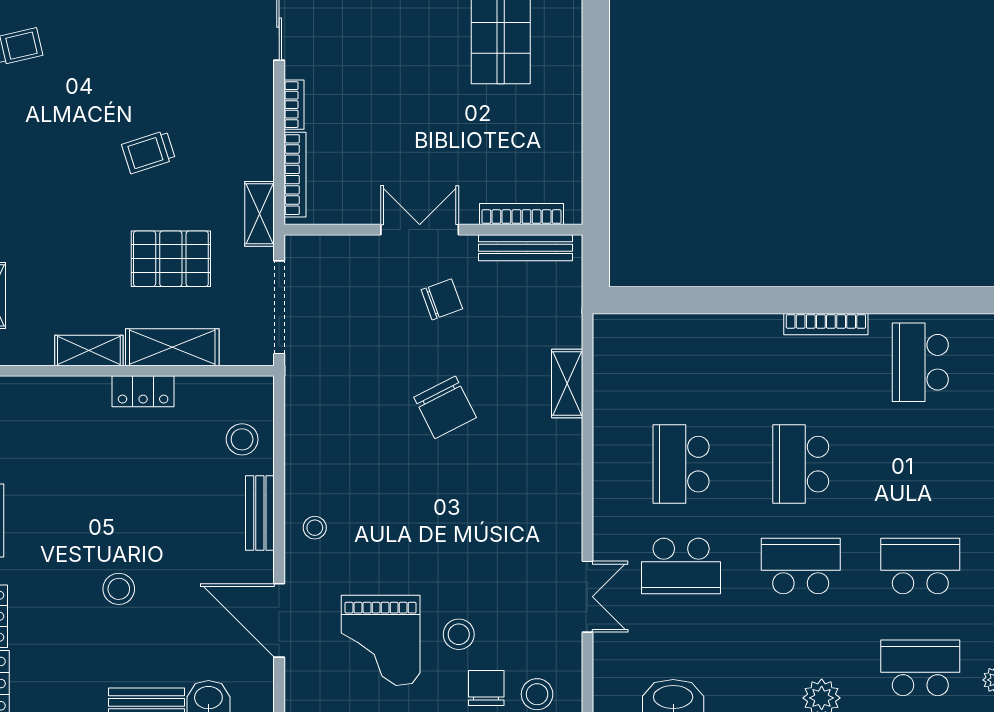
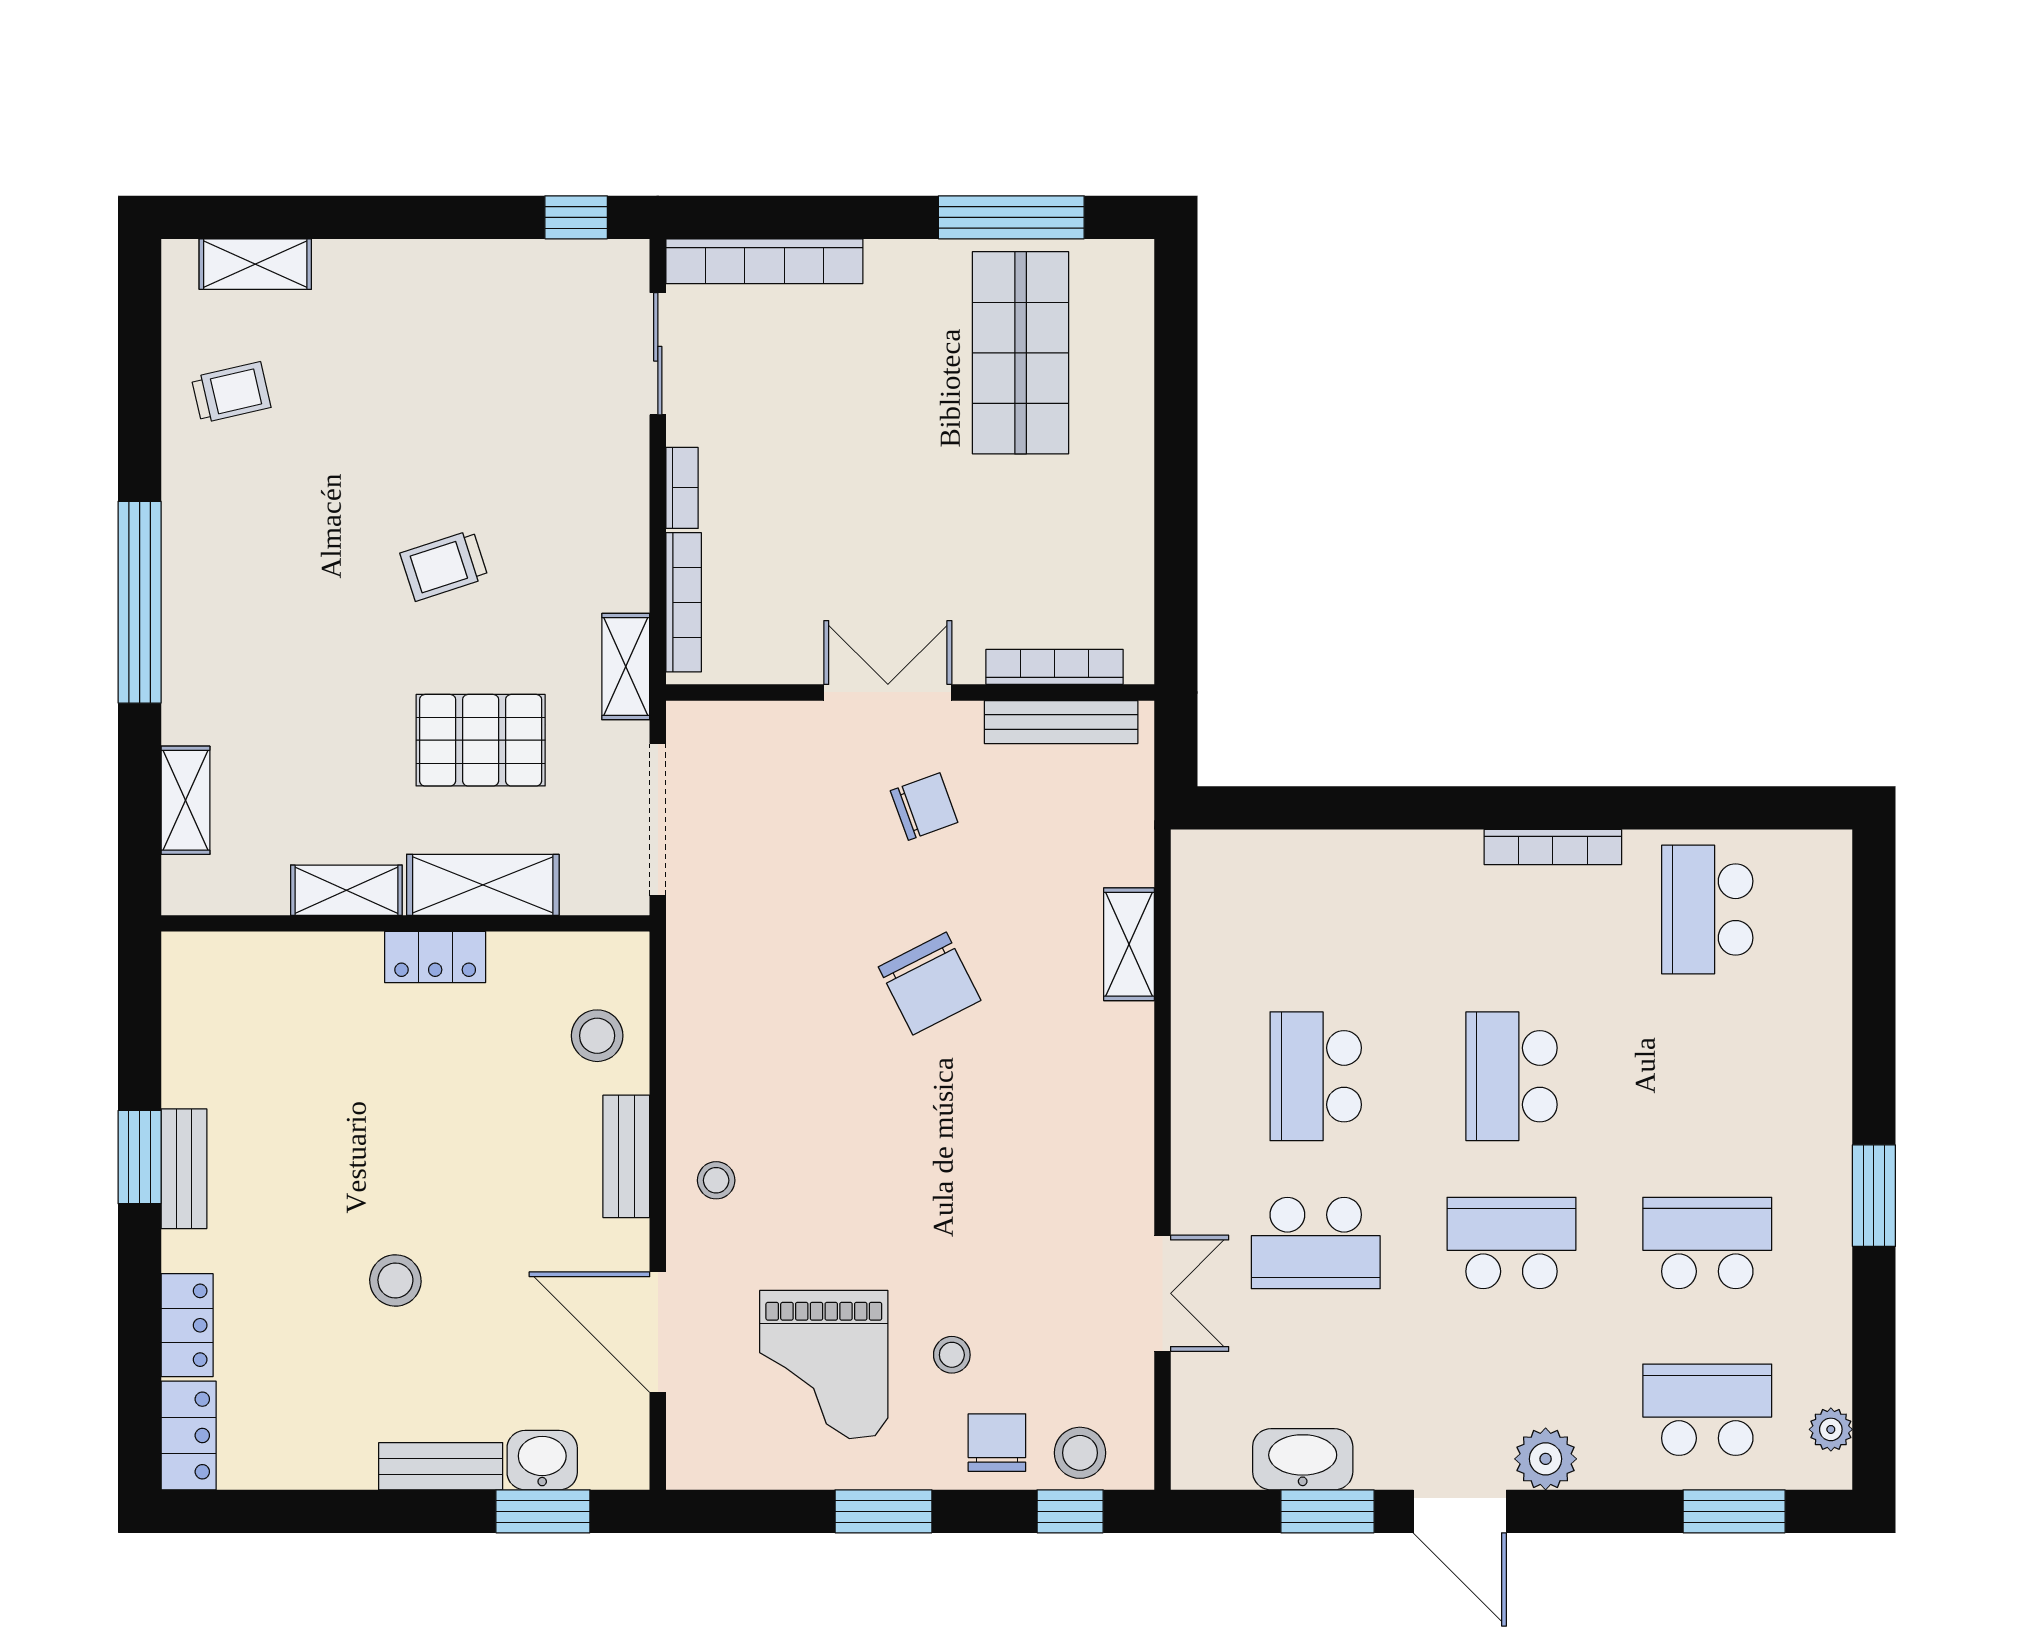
stool: (459, 634) -> (952, 1355), width x0.73, depth x0.73

